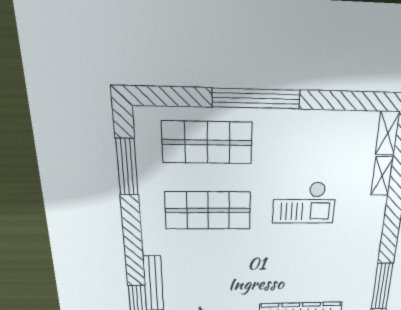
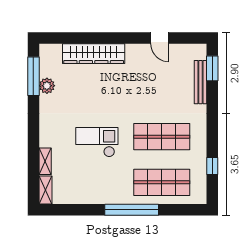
window: (127, 167) -> (212, 166), width x0.46
plant: (366, 275) -> (47, 86), added

